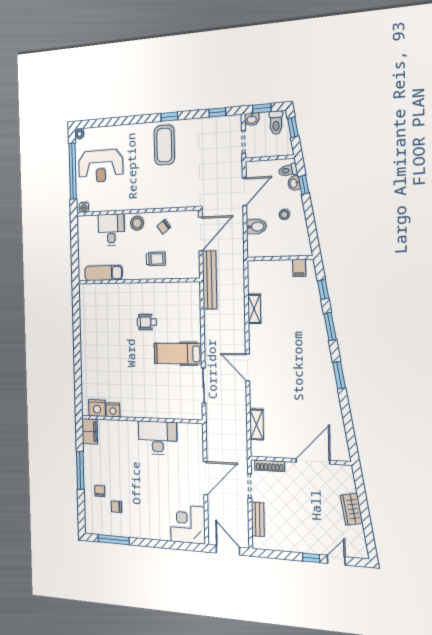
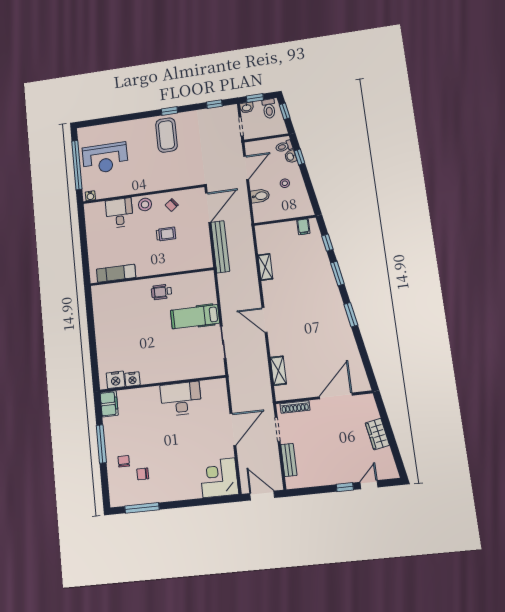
plant: (80, 134) -> (82, 132), removed
exam couch: (103, 273) -> (116, 273), moved
wall: (138, 281) -> (152, 277), moved

